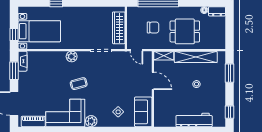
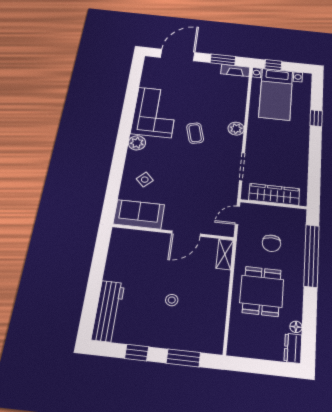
shelving: (196, 57) -> (217, 304), removed
window: (230, 112) -> (137, 353), moved
workbench: (194, 120) -> (108, 311), moved
piano: (33, 121) -> (149, 74), removed

